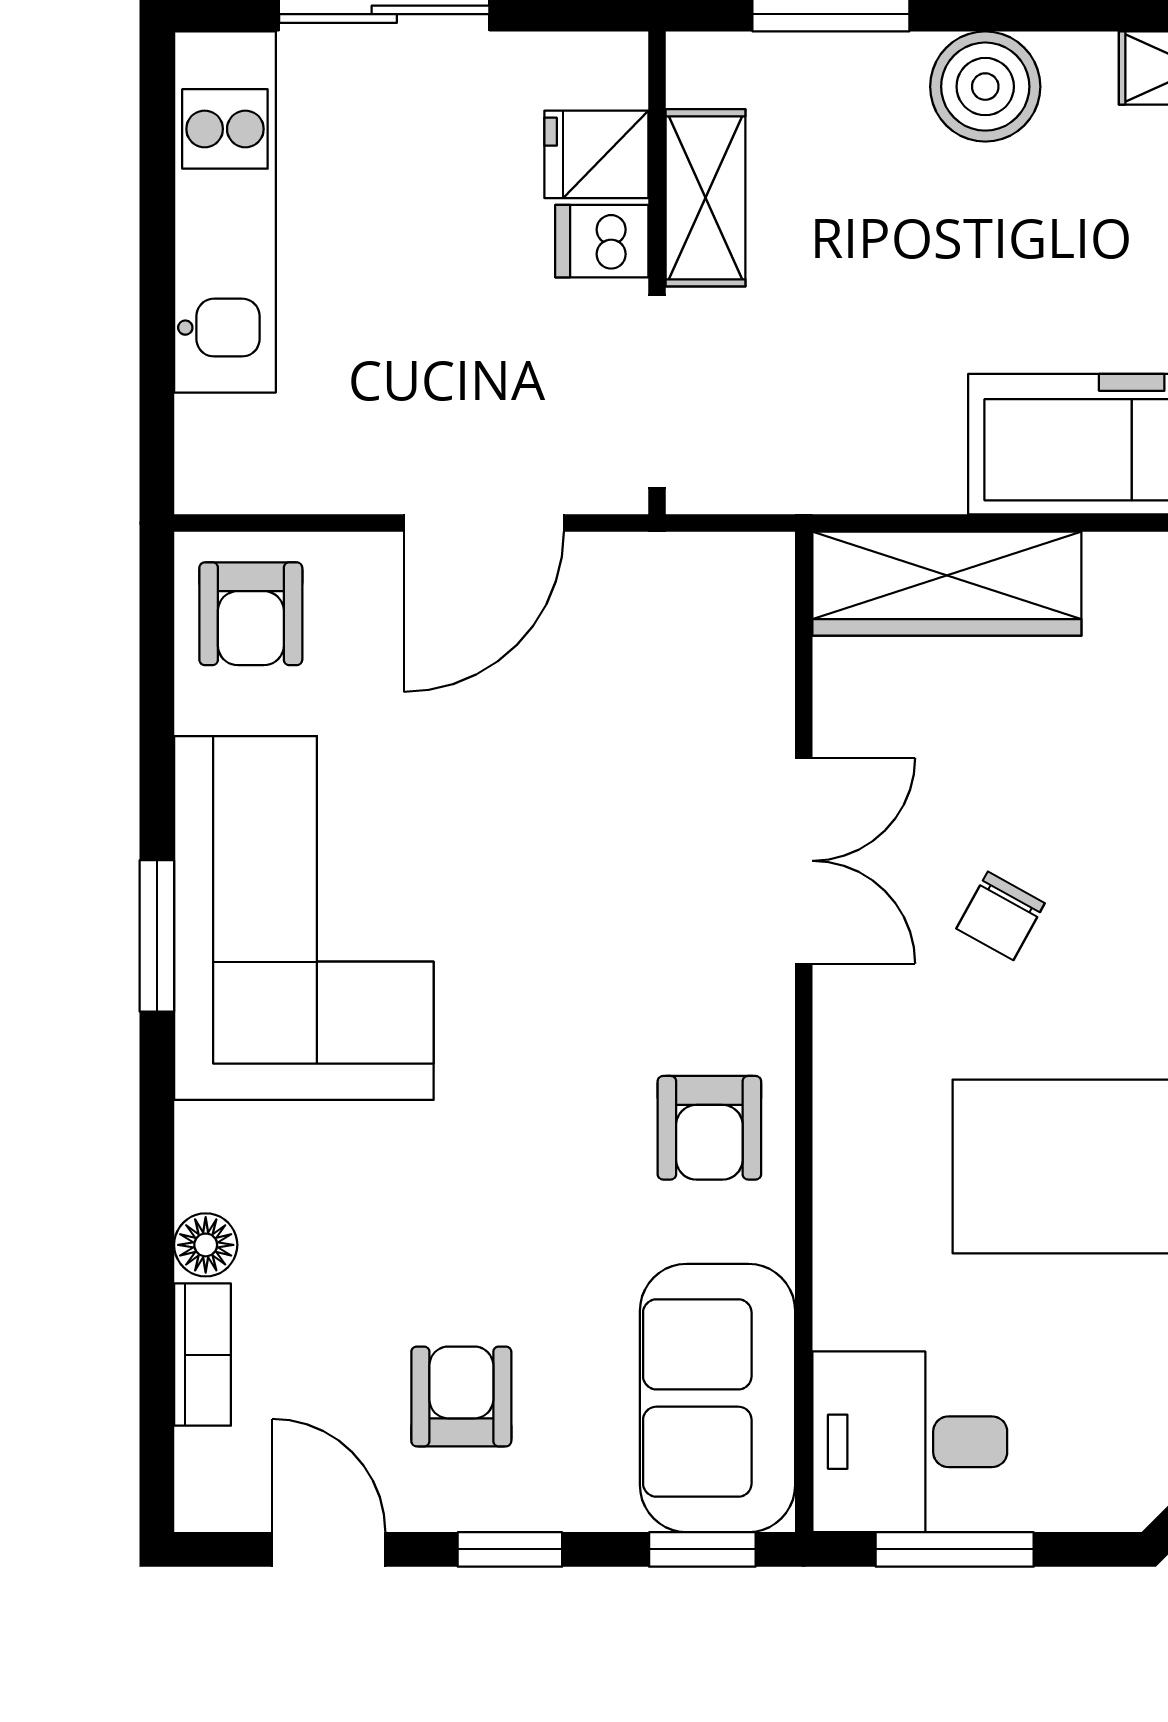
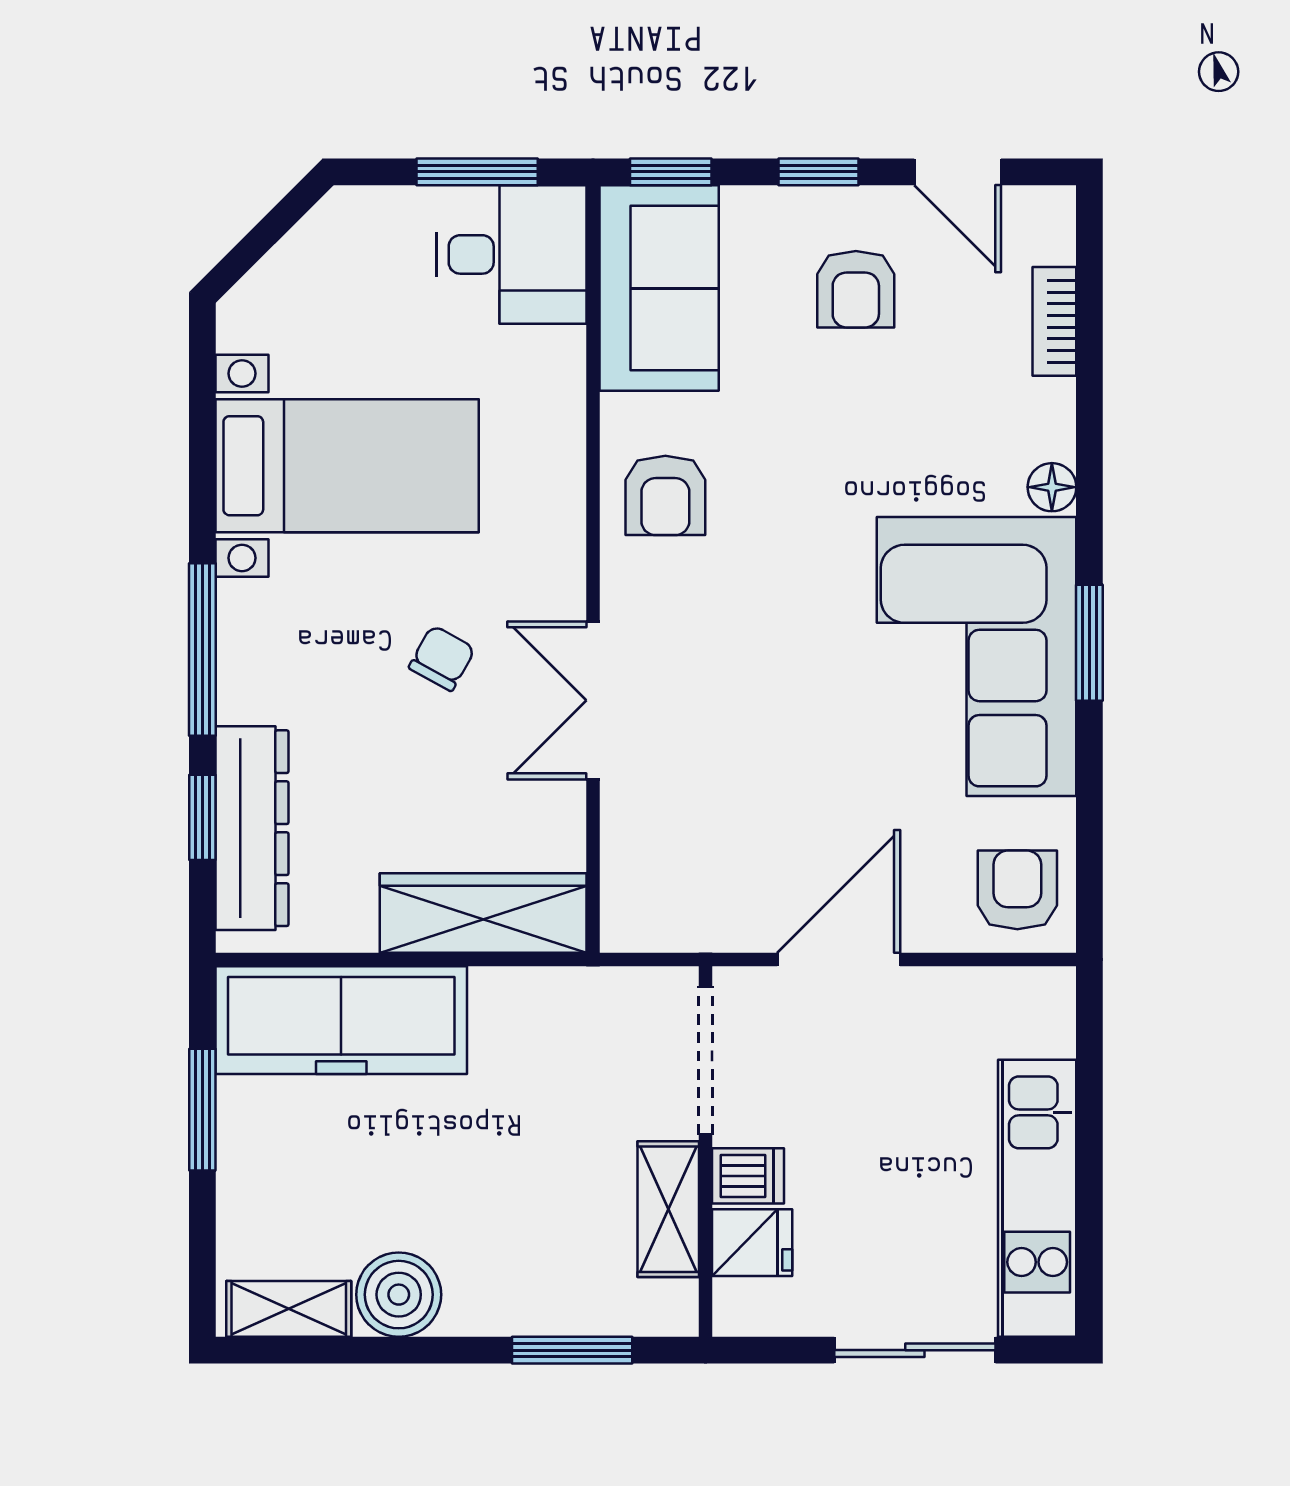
boiler: (985, 87) -> (399, 1295), moved
armchair: (709, 1128) -> (665, 495), turned 180
floor lamp: (206, 1245) -> (1052, 487), moved

